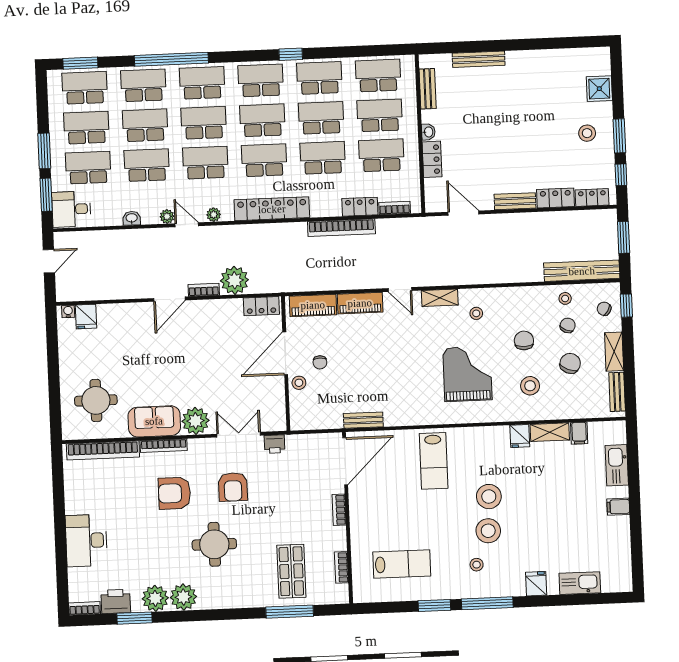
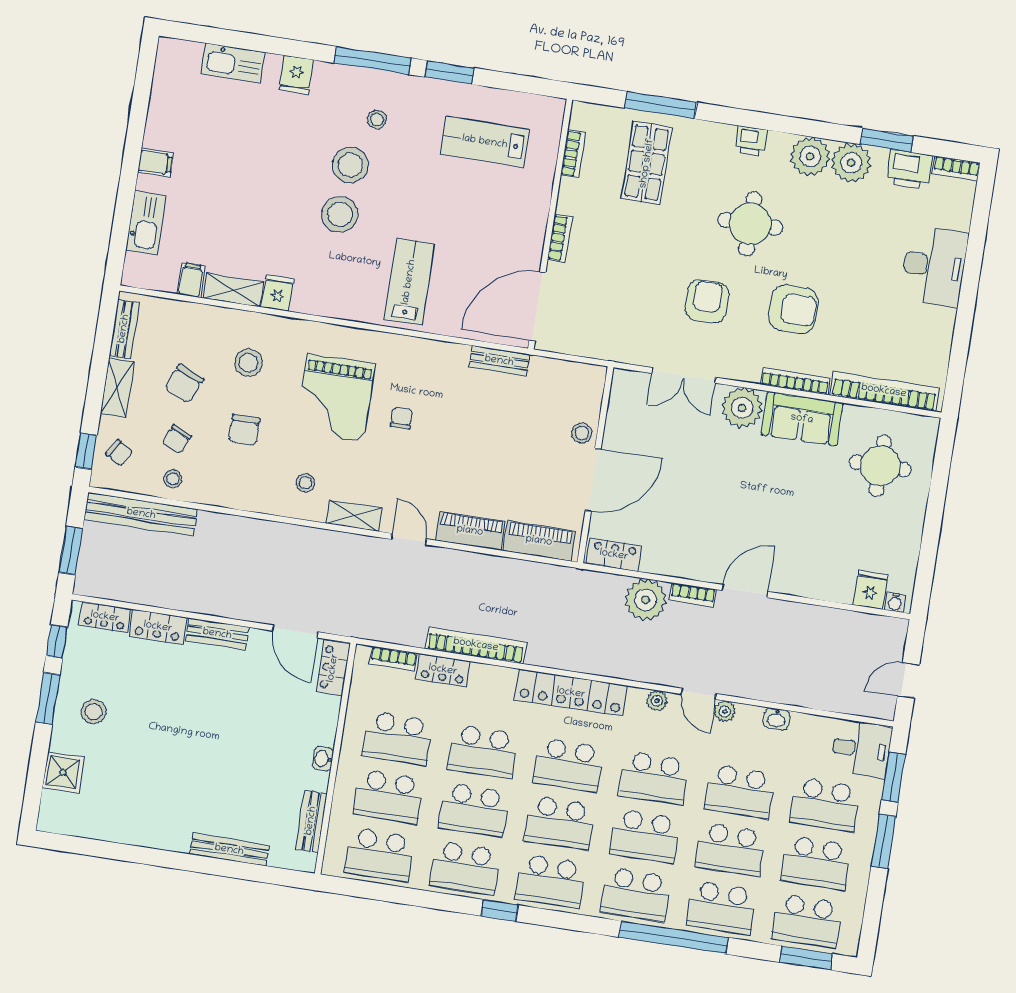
locker: (432, 159) -> (333, 668), moved
chair: (320, 362) -> (401, 418), moved
printer: (275, 444) -> (751, 141), moved, turned 180

